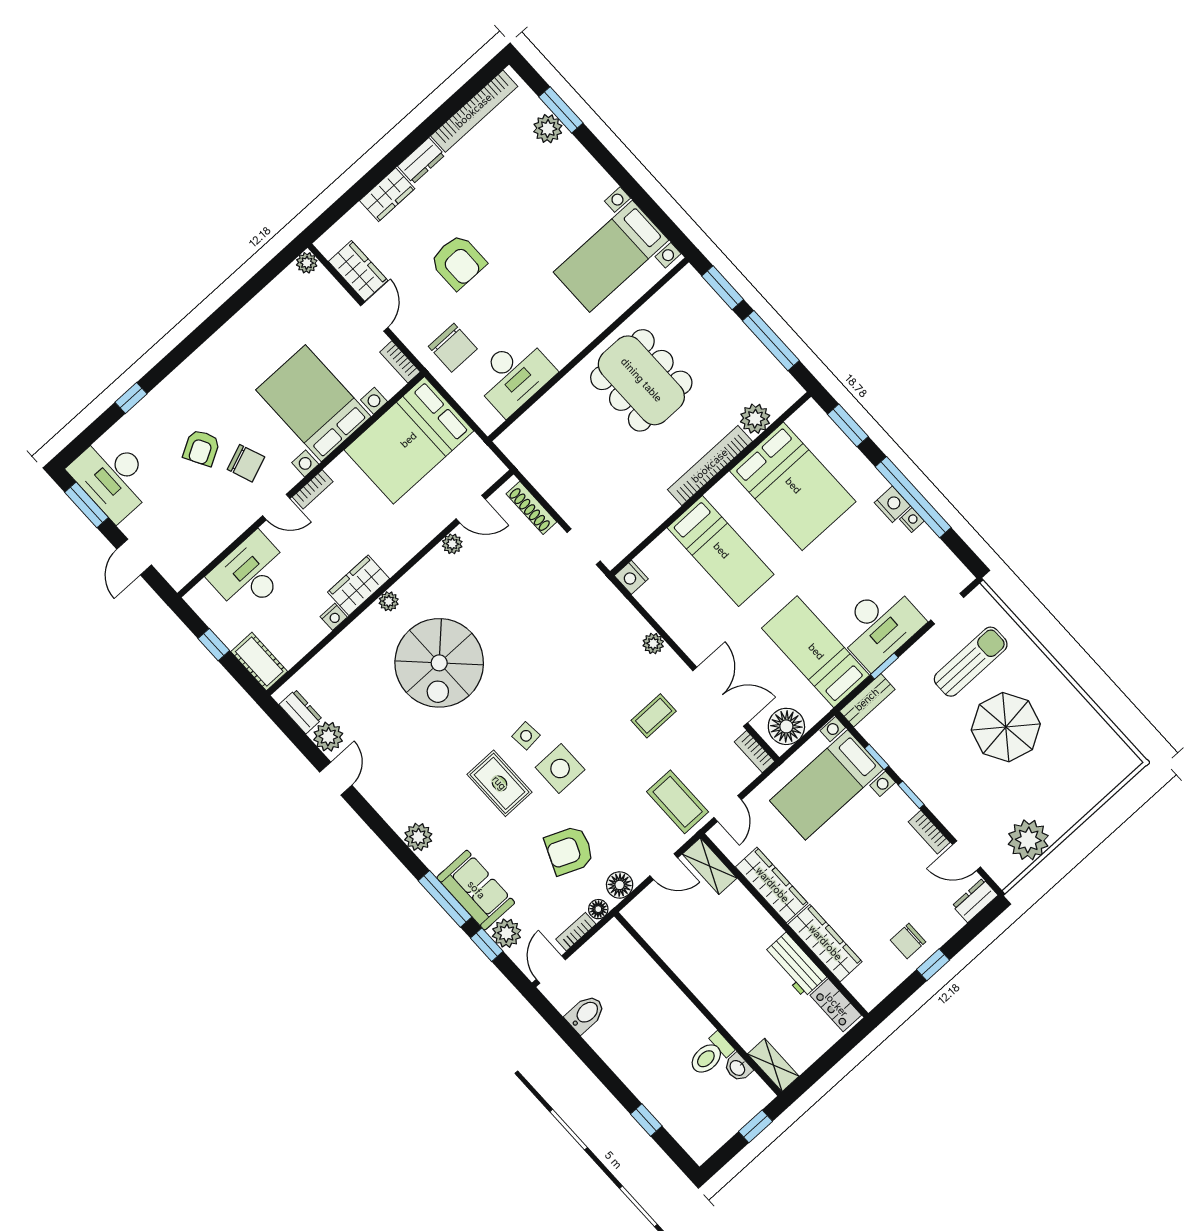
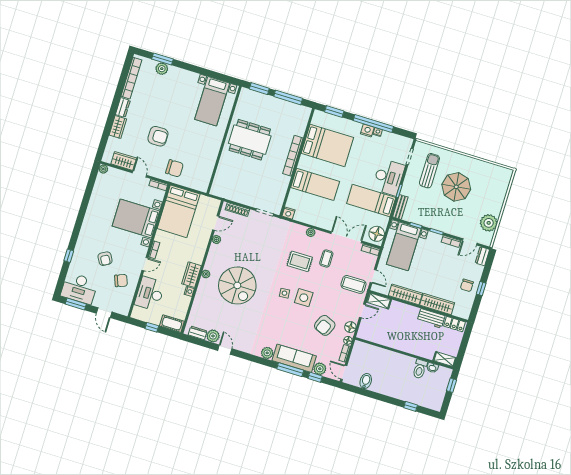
desk: (514, 375) -> (202, 165), removed
plant: (755, 419) -> (299, 129), removed
chair: (246, 463) -> (121, 281), moved
rug: (499, 783) -> (300, 261), moved
sofa: (476, 890) -> (294, 358), width x1.36

